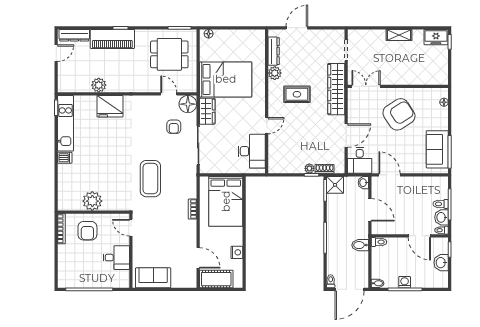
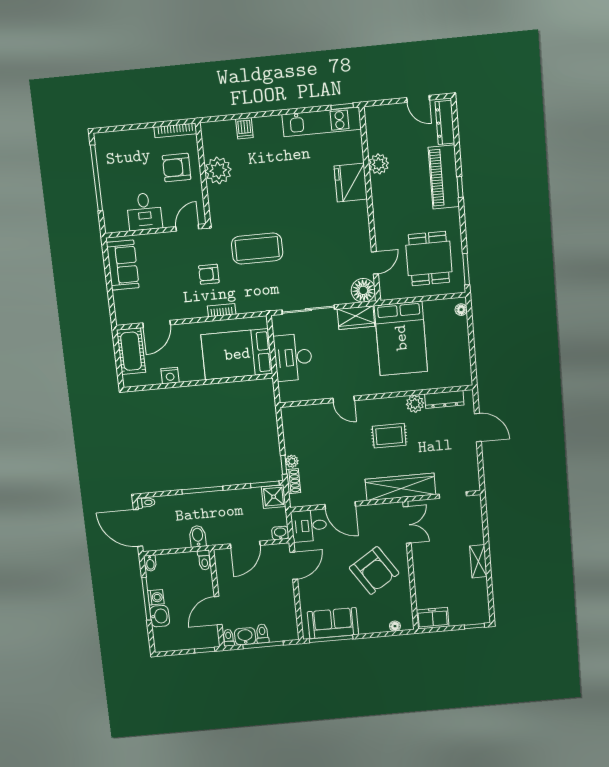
freezer: (436, 37) -> (433, 618), moved, turned 90
rug: (297, 94) -> (389, 436), turned 90
armchair: (174, 127) -> (209, 274), moved
desk: (252, 151) -> (293, 357), moved, turned 90
dishwasher: (65, 158) -> (244, 128), moved
washbasin: (441, 263) -> (160, 616), moved, turned 90

